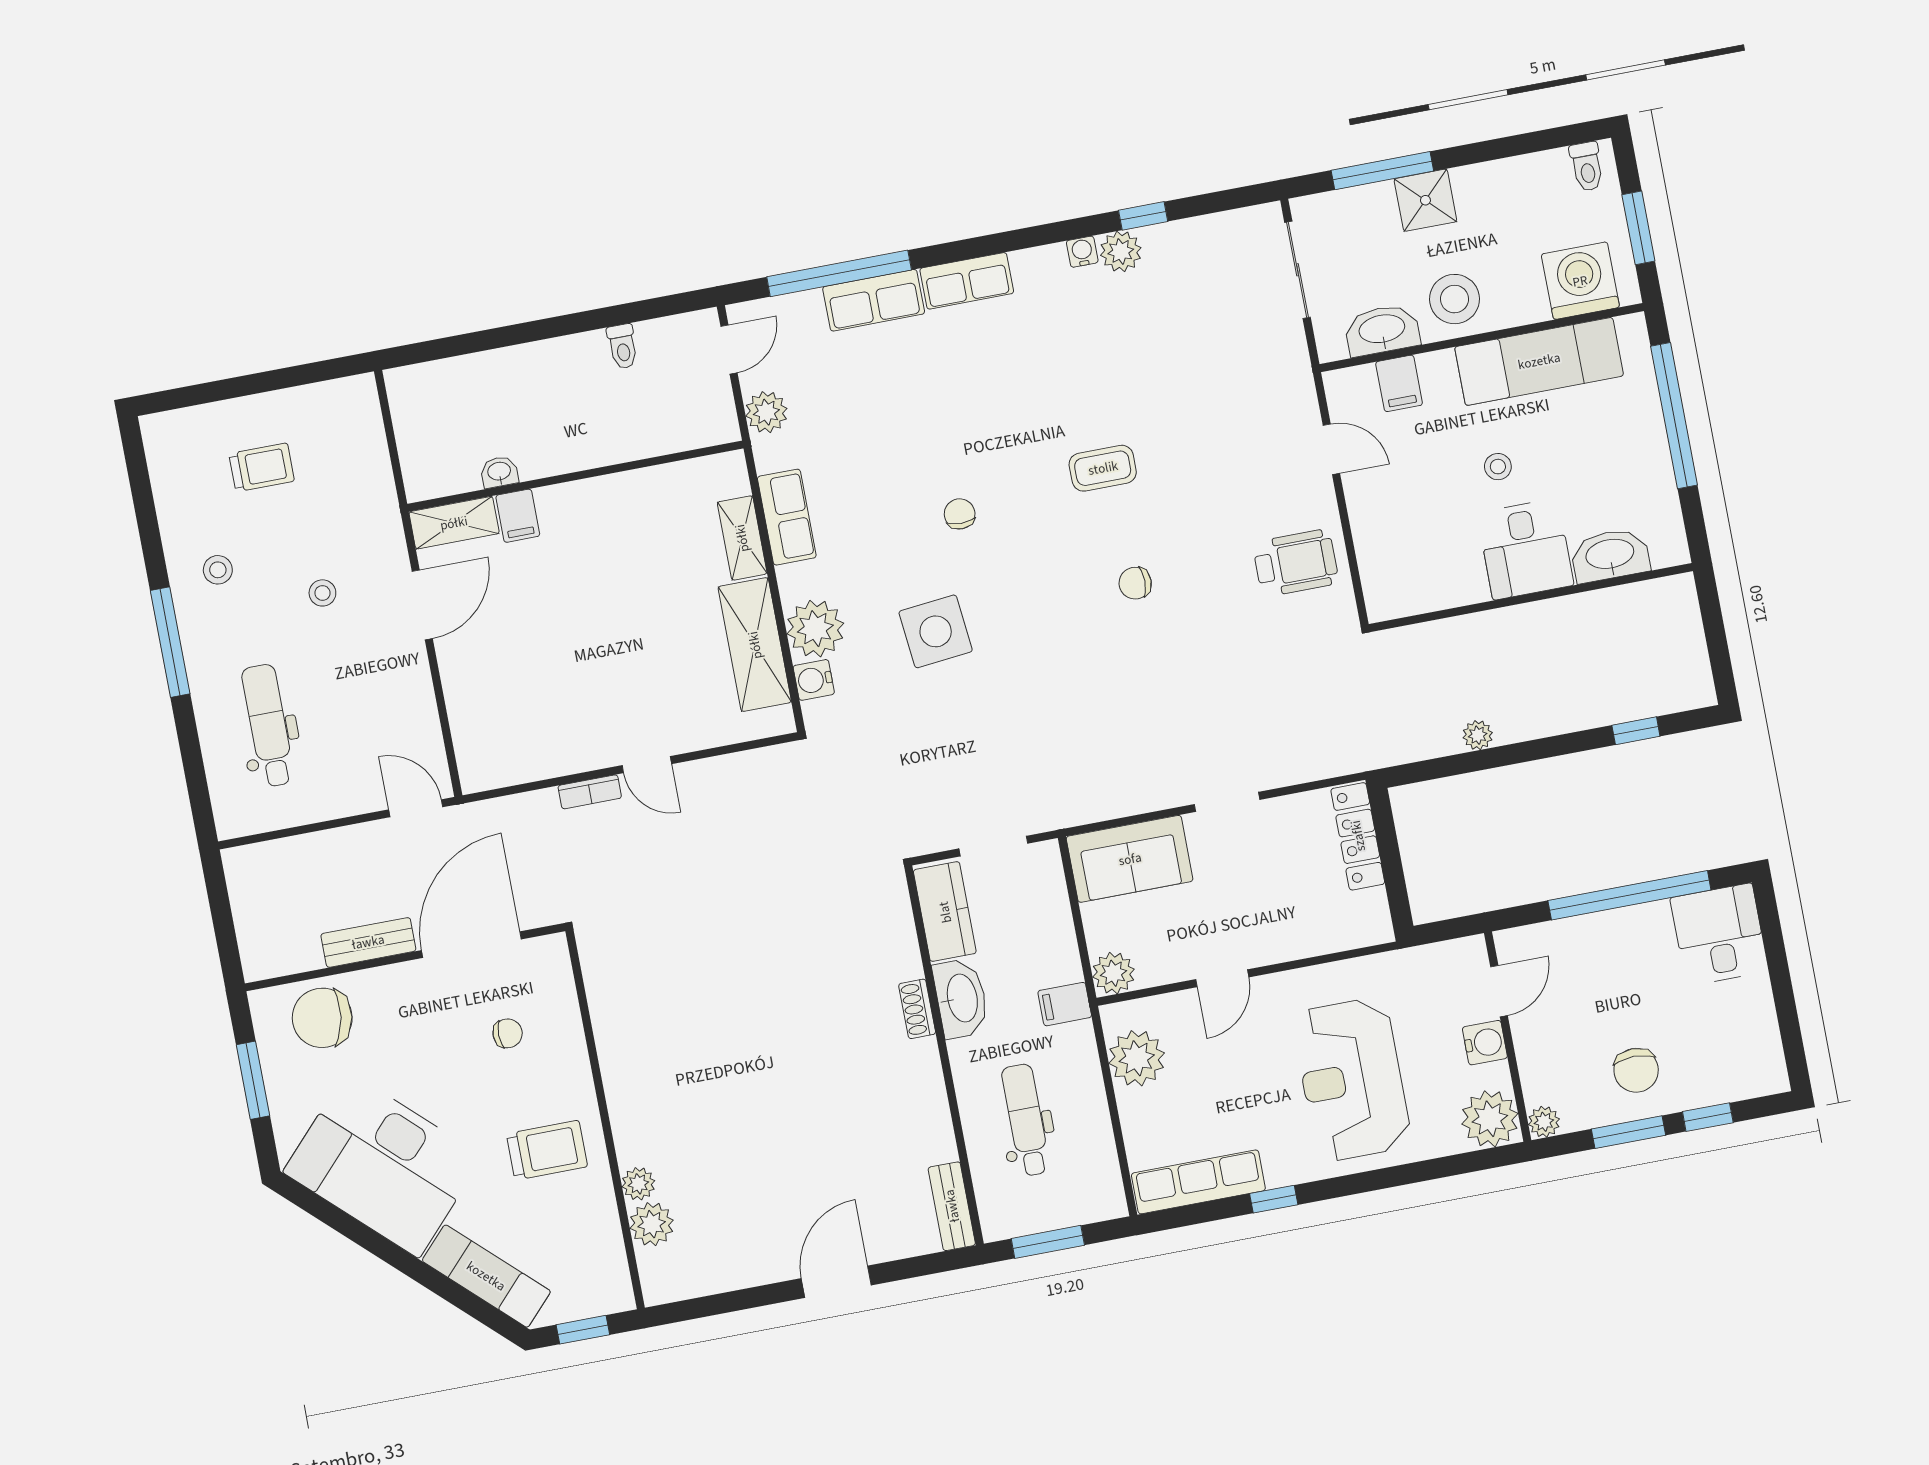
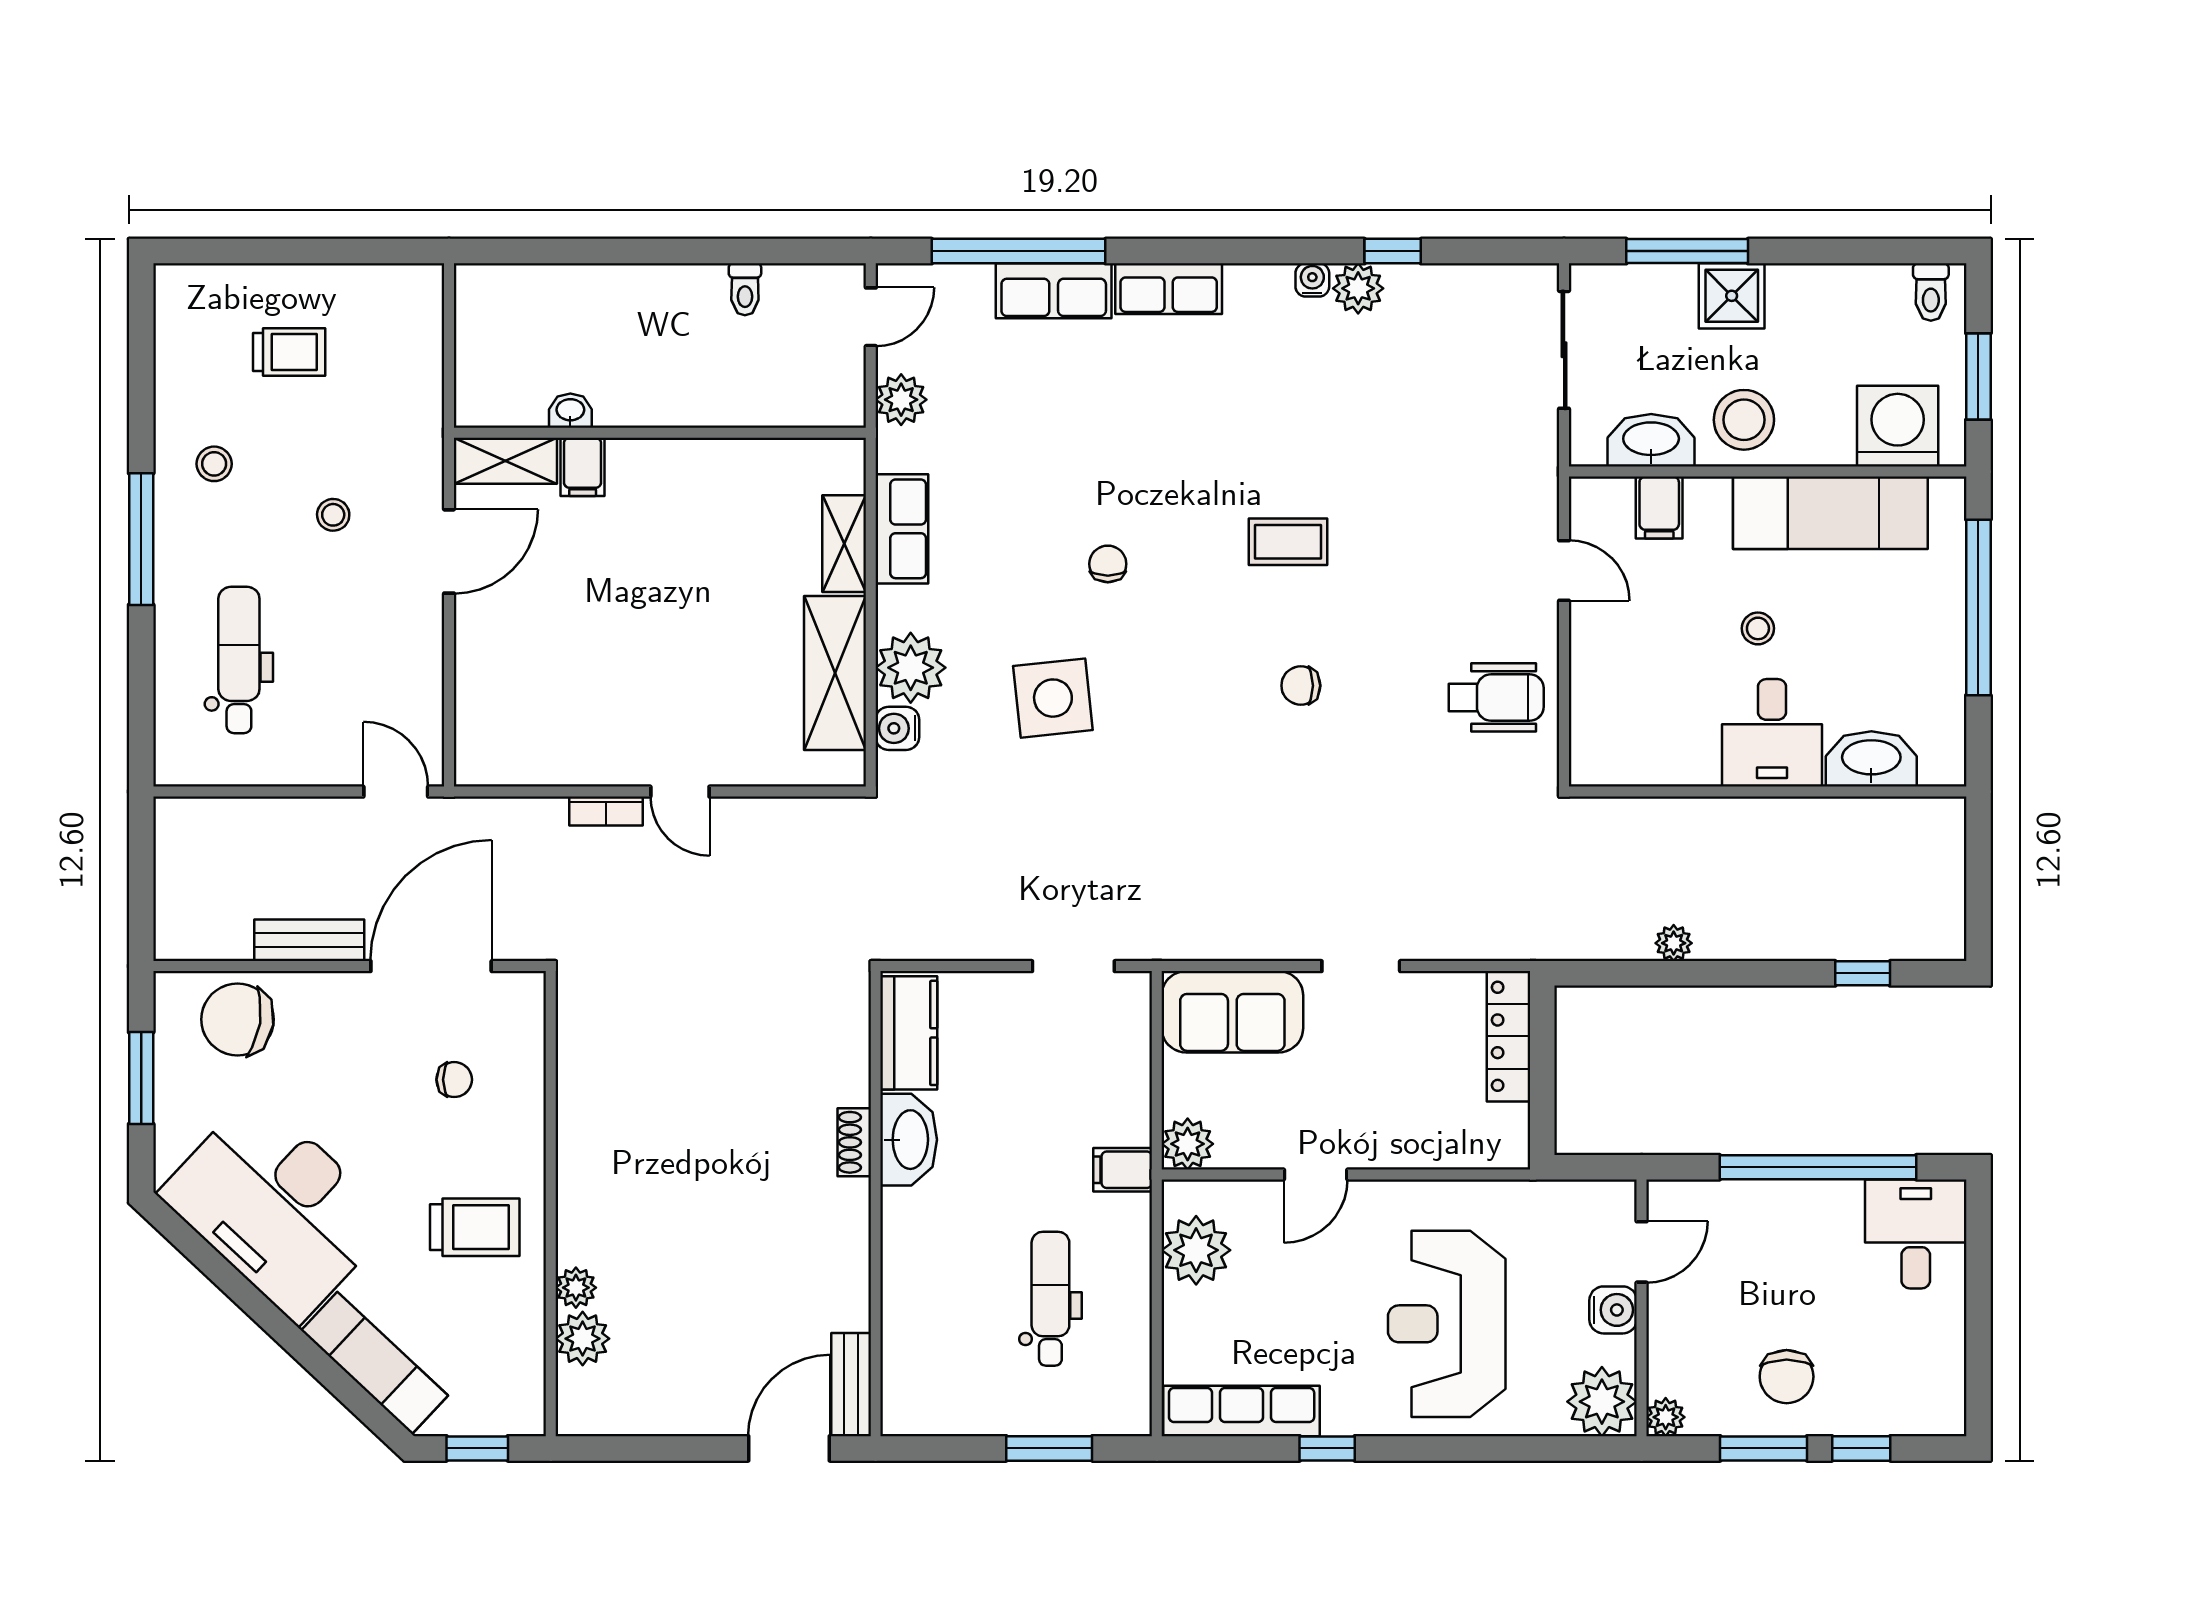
kitchen counter: (945, 912) -> (909, 1033), moved
washbasin: (961, 998) -> (909, 1140), moved
shoe rack: (917, 1009) -> (854, 1142), moved
wall: (944, 1055) -> (876, 1204), moved
bench: (952, 1206) -> (851, 1385), moved

